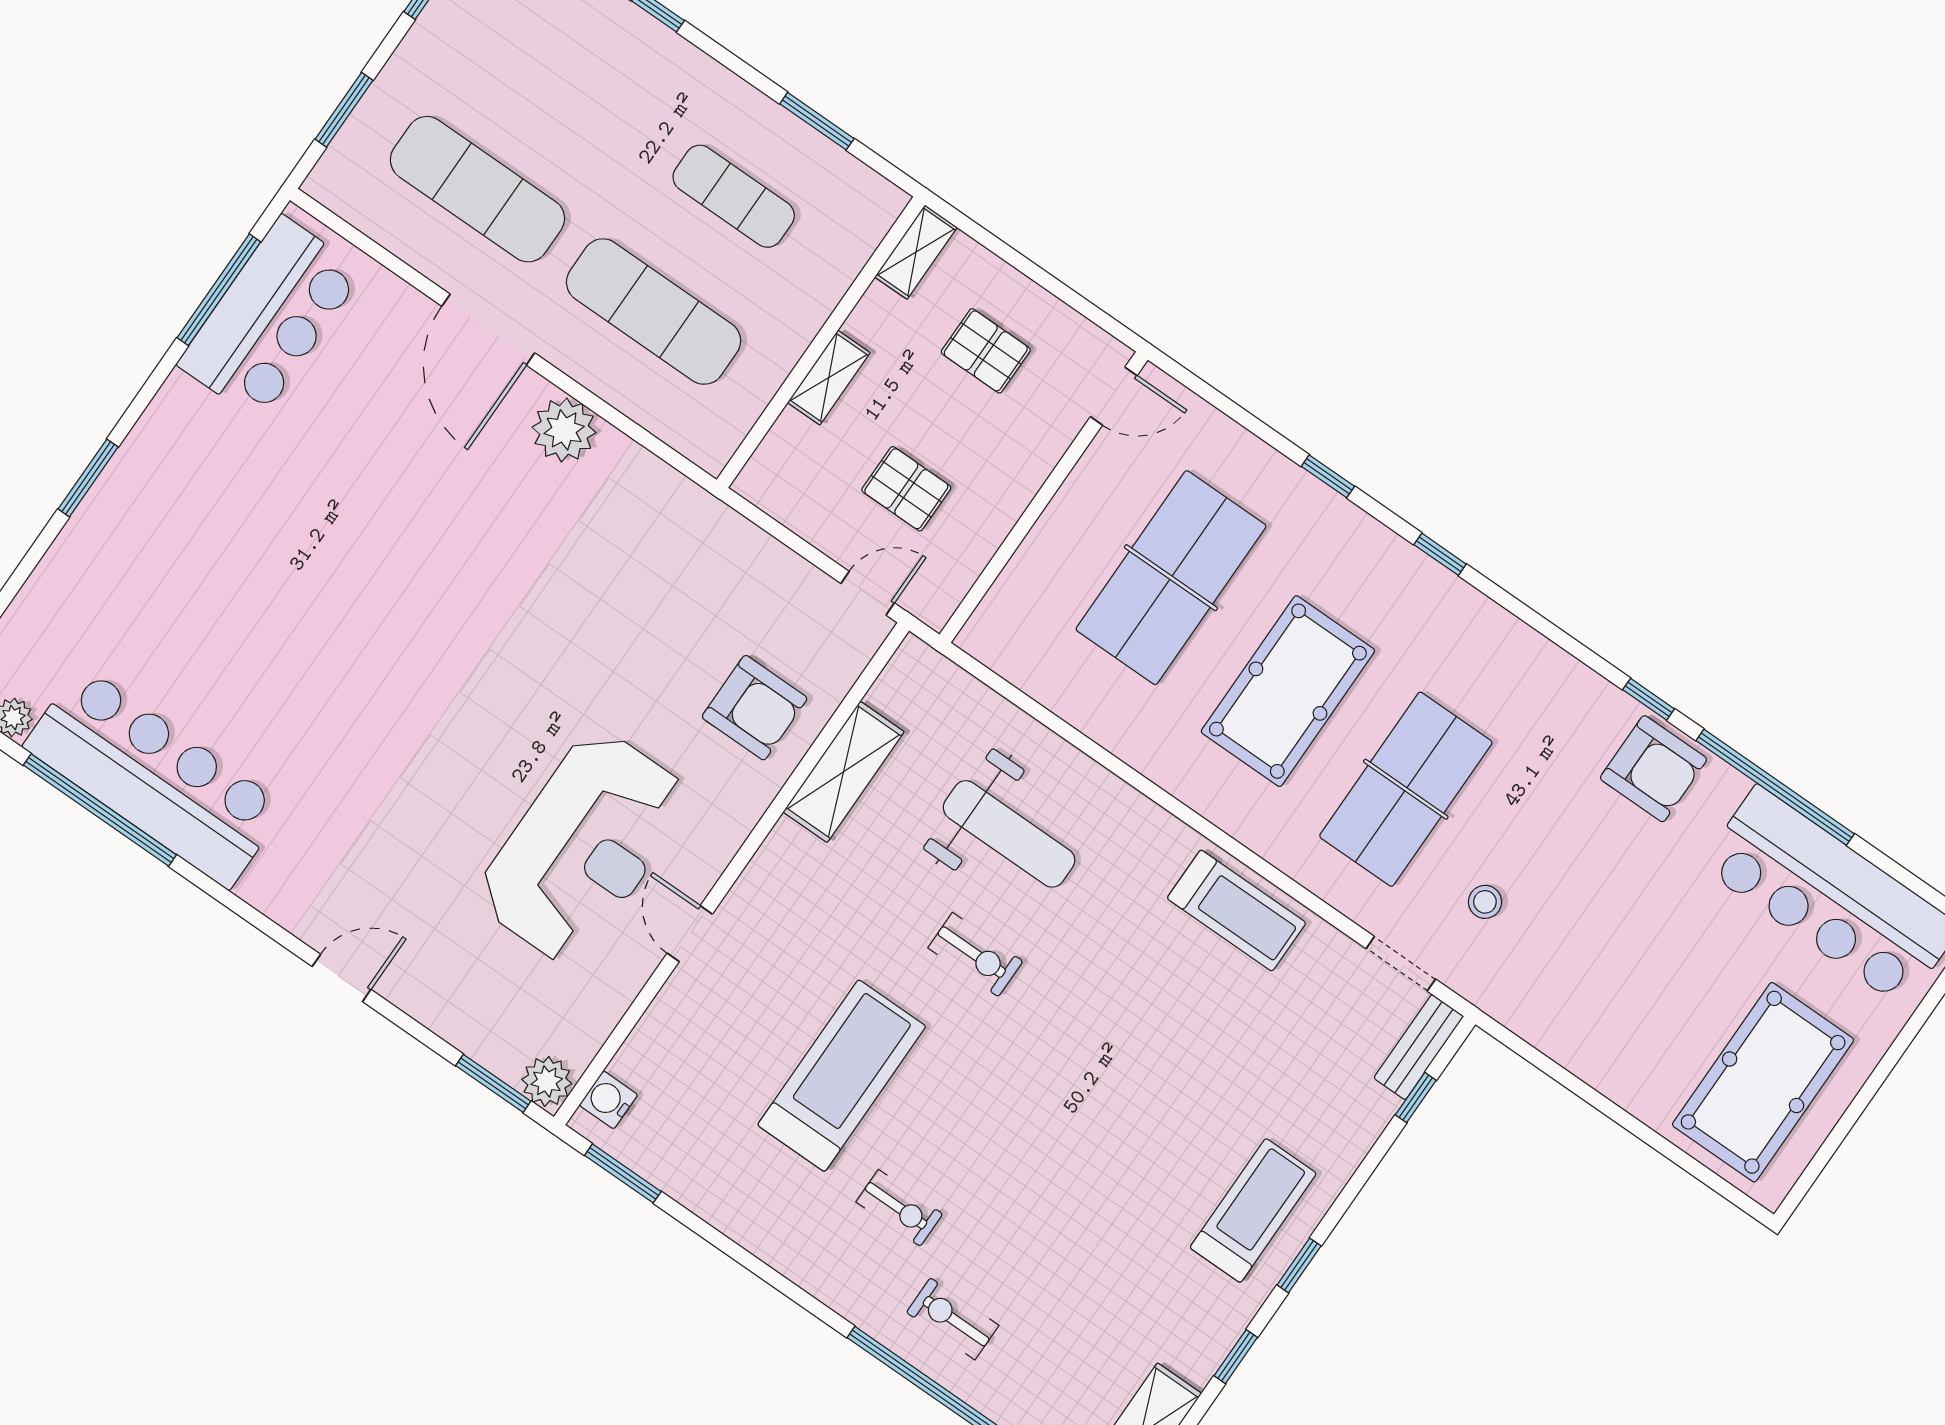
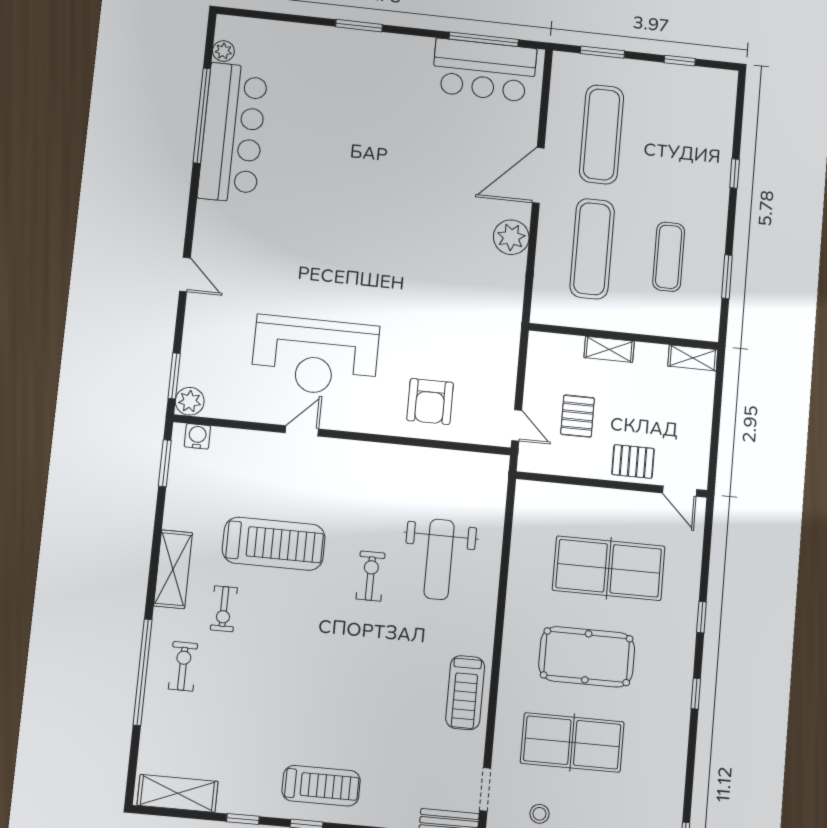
pallet: (986, 351) -> (633, 461), moved, turned 90
shelving: (844, 772) -> (173, 569), moved, turned 90
exercise bike: (975, 955) -> (371, 576), turned 180

